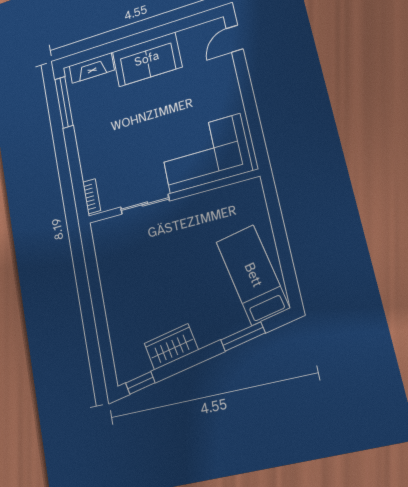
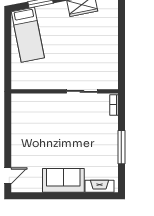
window: (64, 102) -> (121, 147), moved
corner sofa: (205, 153) -> (40, 111), removed

